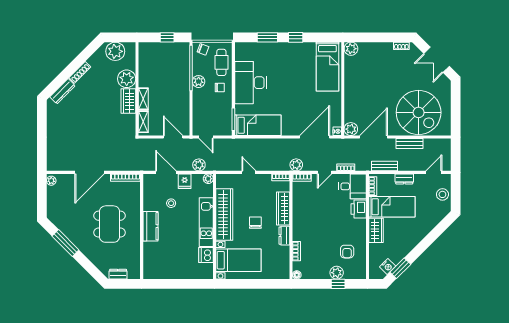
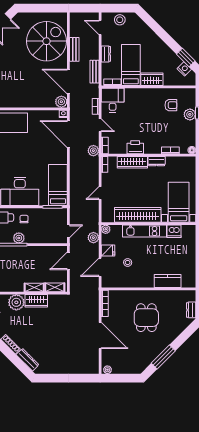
printer: (359, 209) -> (135, 147), moved, turned 180
chair: (255, 223) -> (145, 187), removed
dining table: (110, 224) -> (146, 318), width x0.73
kitchen counter: (150, 226) -> (168, 281), moved

